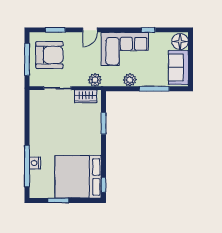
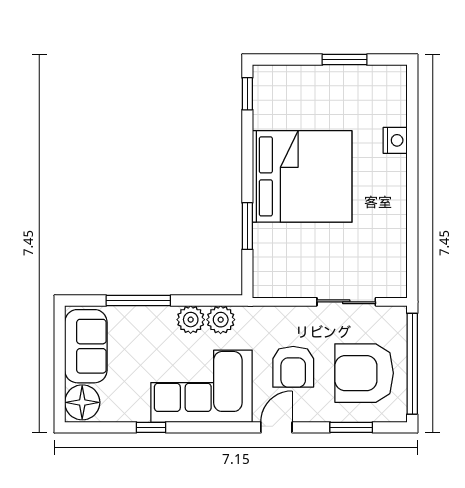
armchair: (82, 58) -> (293, 367), added
window: (27, 59) -> (412, 364), width x1.46
plant: (95, 80) -> (221, 320), moved
wardrobe: (86, 96) -> (286, 284), removed
window: (27, 166) -> (412, 134), removed
bed: (78, 177) -> (302, 176), moved

